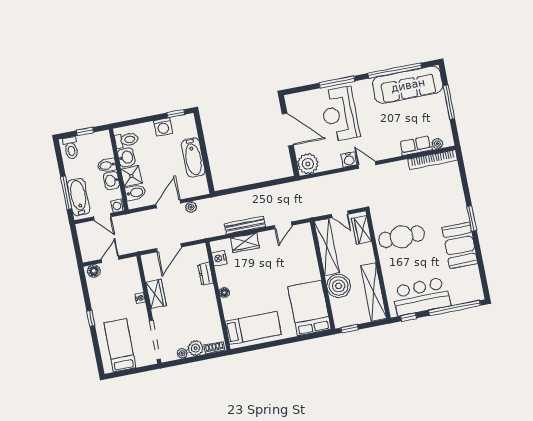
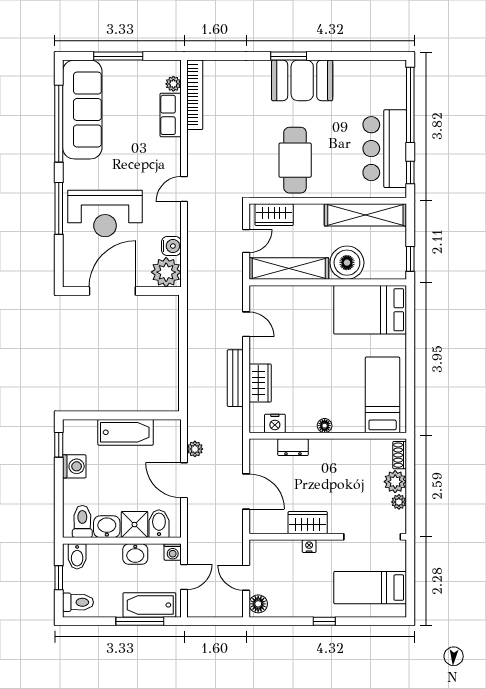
water cooler: (349, 159) -> (171, 246), moved
bidet: (107, 165) -> (77, 556), moved
booth: (460, 245) -> (302, 80), moved

